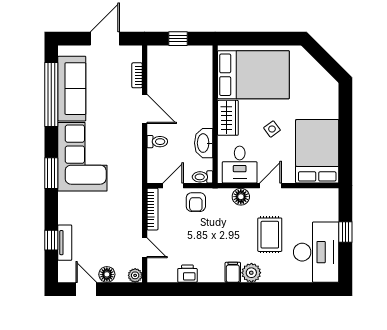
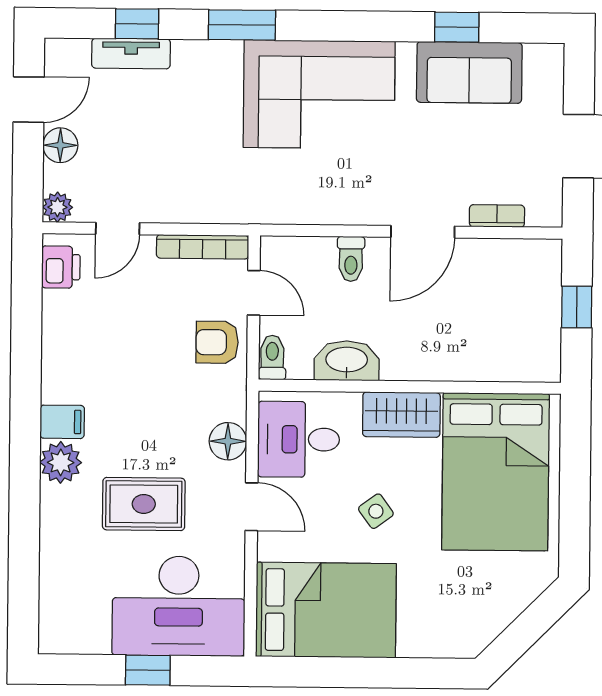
sofa: (72, 89) -> (469, 72), width x0.73
window: (51, 94) -> (457, 27), width x0.32
window: (51, 173) -> (242, 25), moved
desk: (316, 252) -> (179, 606), moved
printer: (187, 274) -> (61, 267), moved

